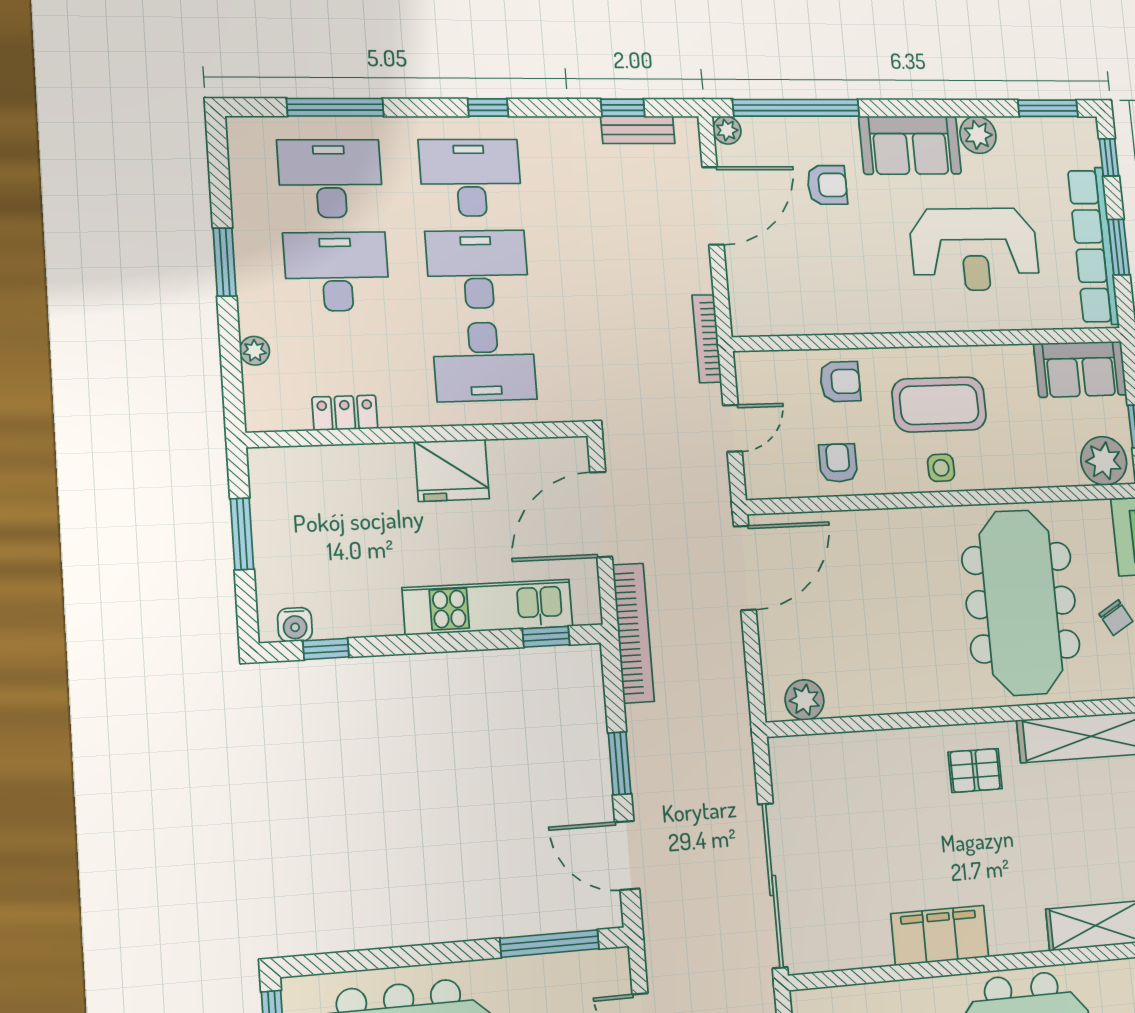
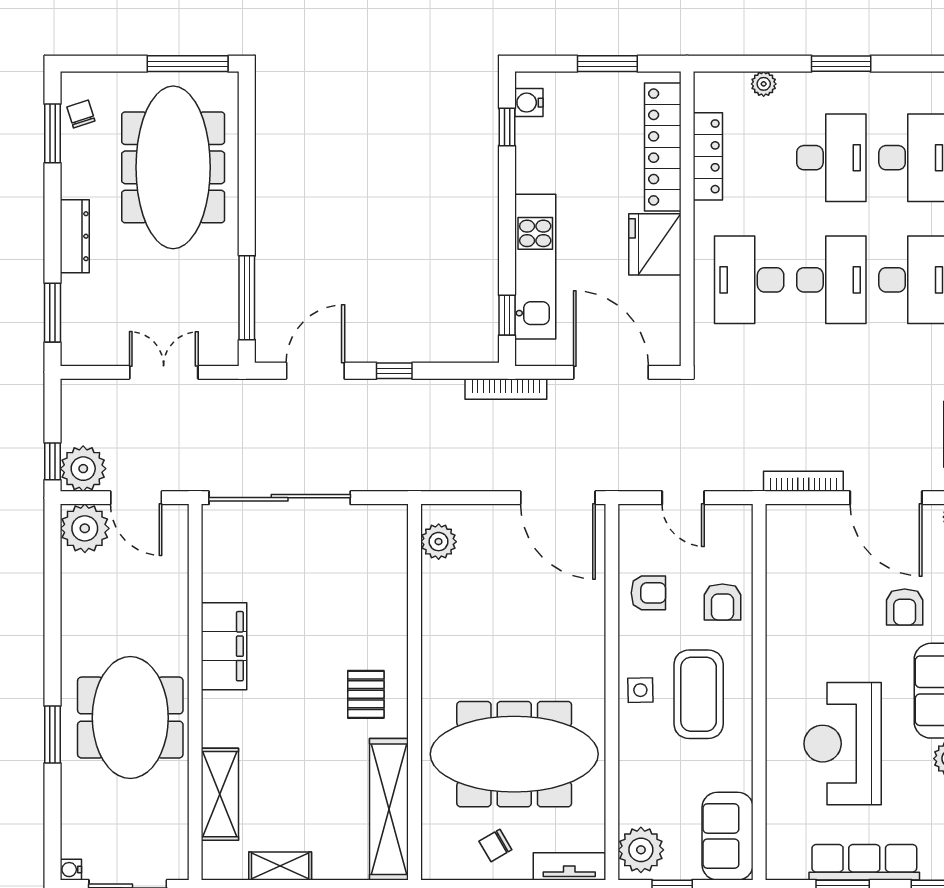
row of seats: (1093, 246) -> (864, 862), width x0.73
bookcase: (707, 339) -> (803, 481), moved
locker: (345, 413) -> (708, 156), width x1.53
locker: (337, 465) -> (663, 147), added
bookcase: (633, 633) -> (506, 389), width x0.68, depth x0.76
window: (620, 763) -> (394, 371), width x0.67

